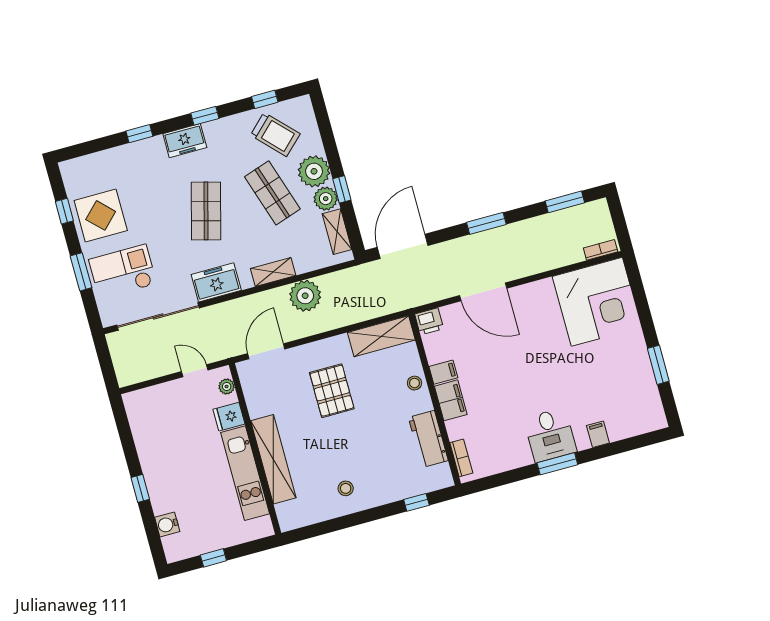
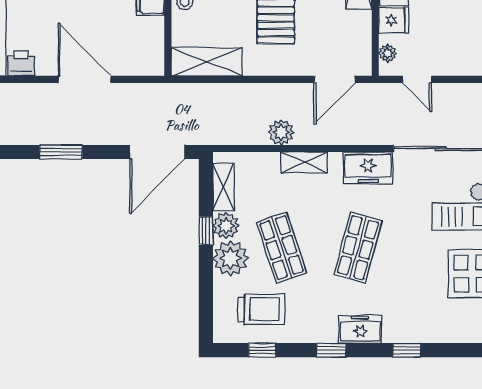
trolley: (275, 134) -> (261, 309), turned 134
plant: (305, 296) -> (281, 132), width x0.73, depth x0.73
printer: (429, 321) -> (21, 64), moved

